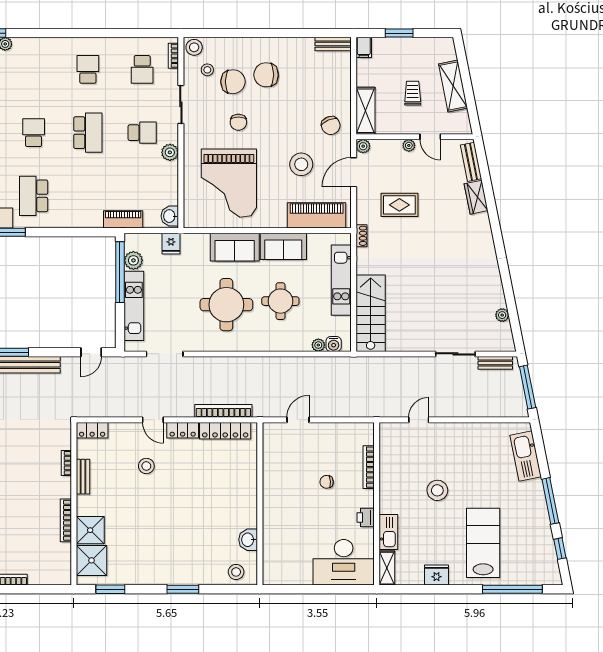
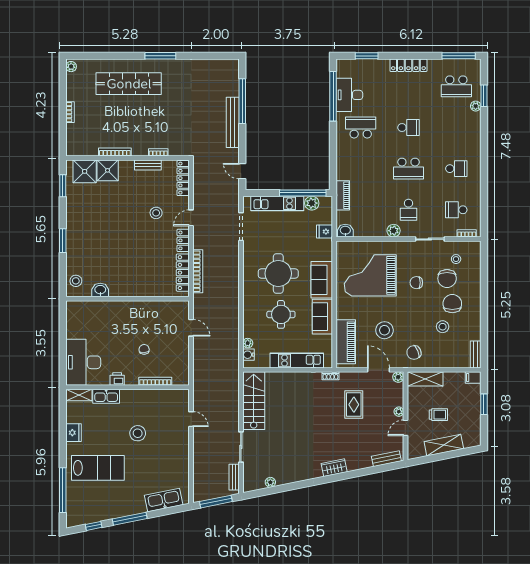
stool: (194, 47) -> (443, 327), moved
wardrobe: (476, 197) -> (334, 468), moved
stairs: (371, 313) -> (254, 401), moved, turned -90
locker: (92, 430) -> (183, 178), width x1.53

